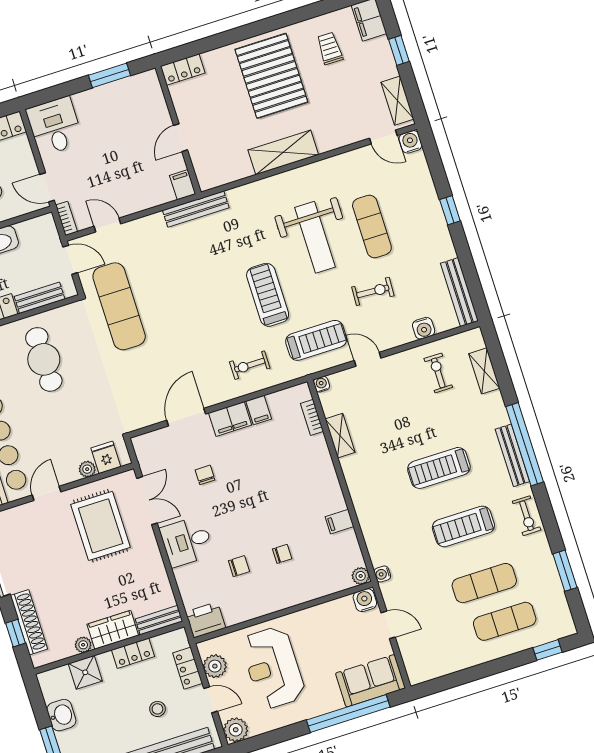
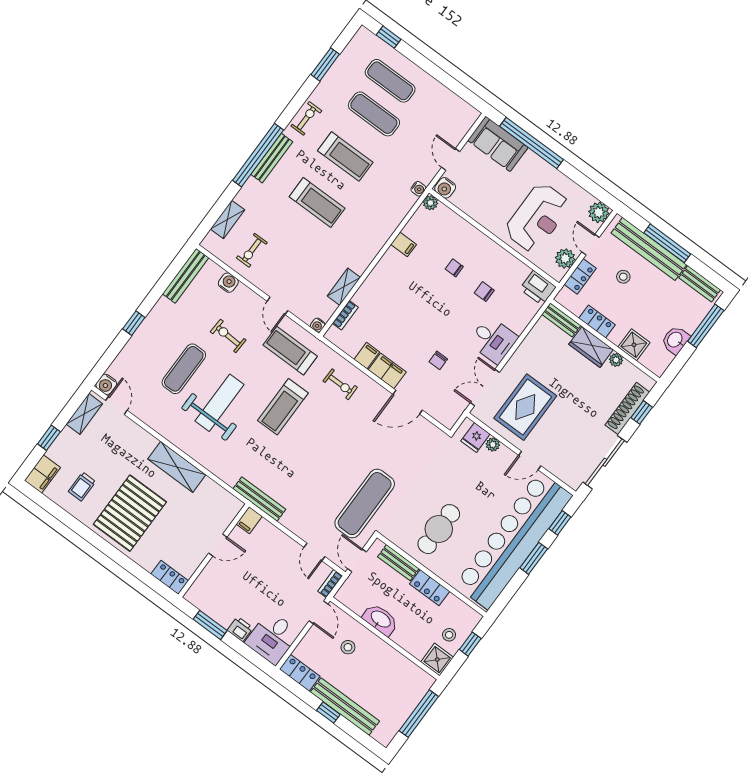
printer: (85, 101) -> (240, 629), added

